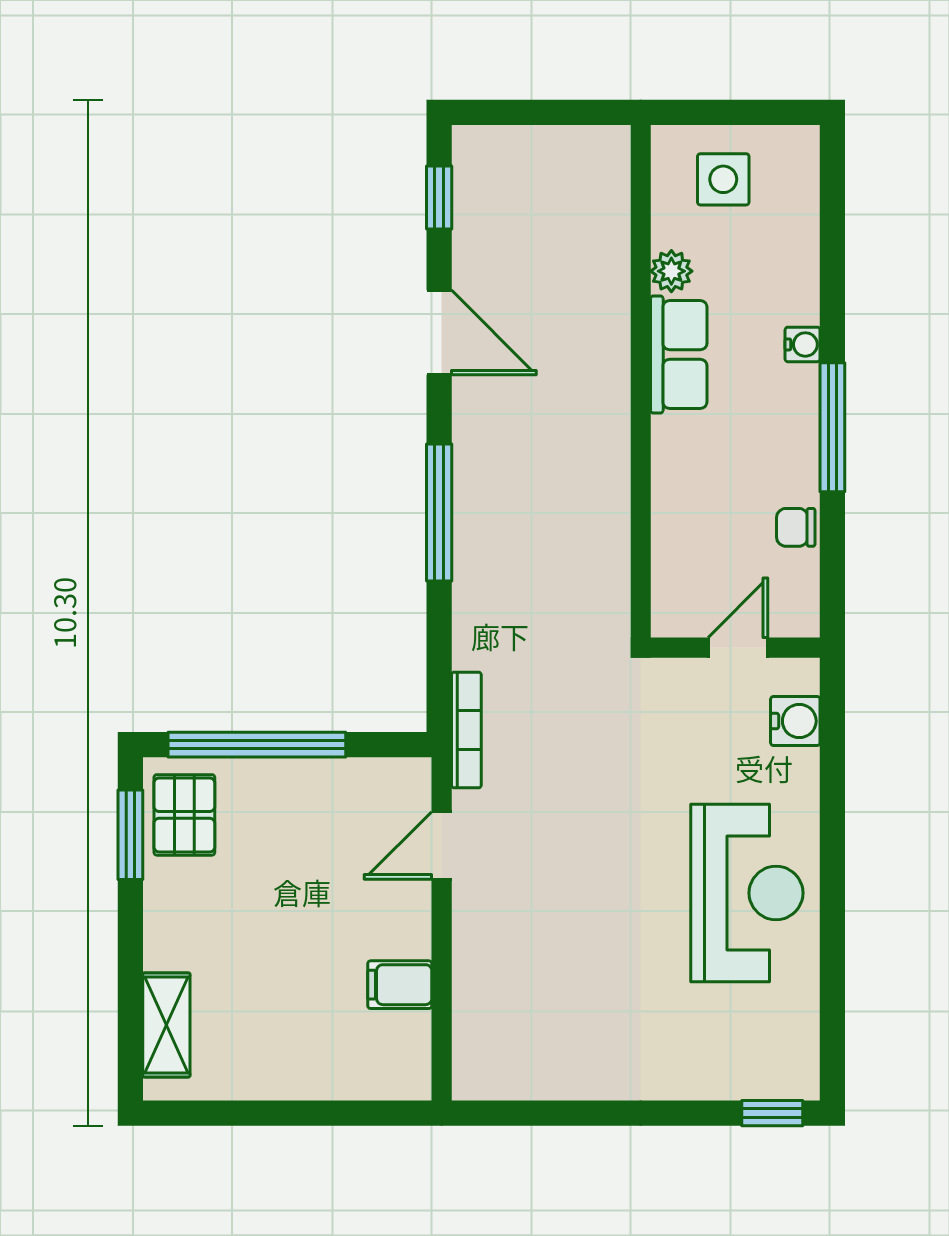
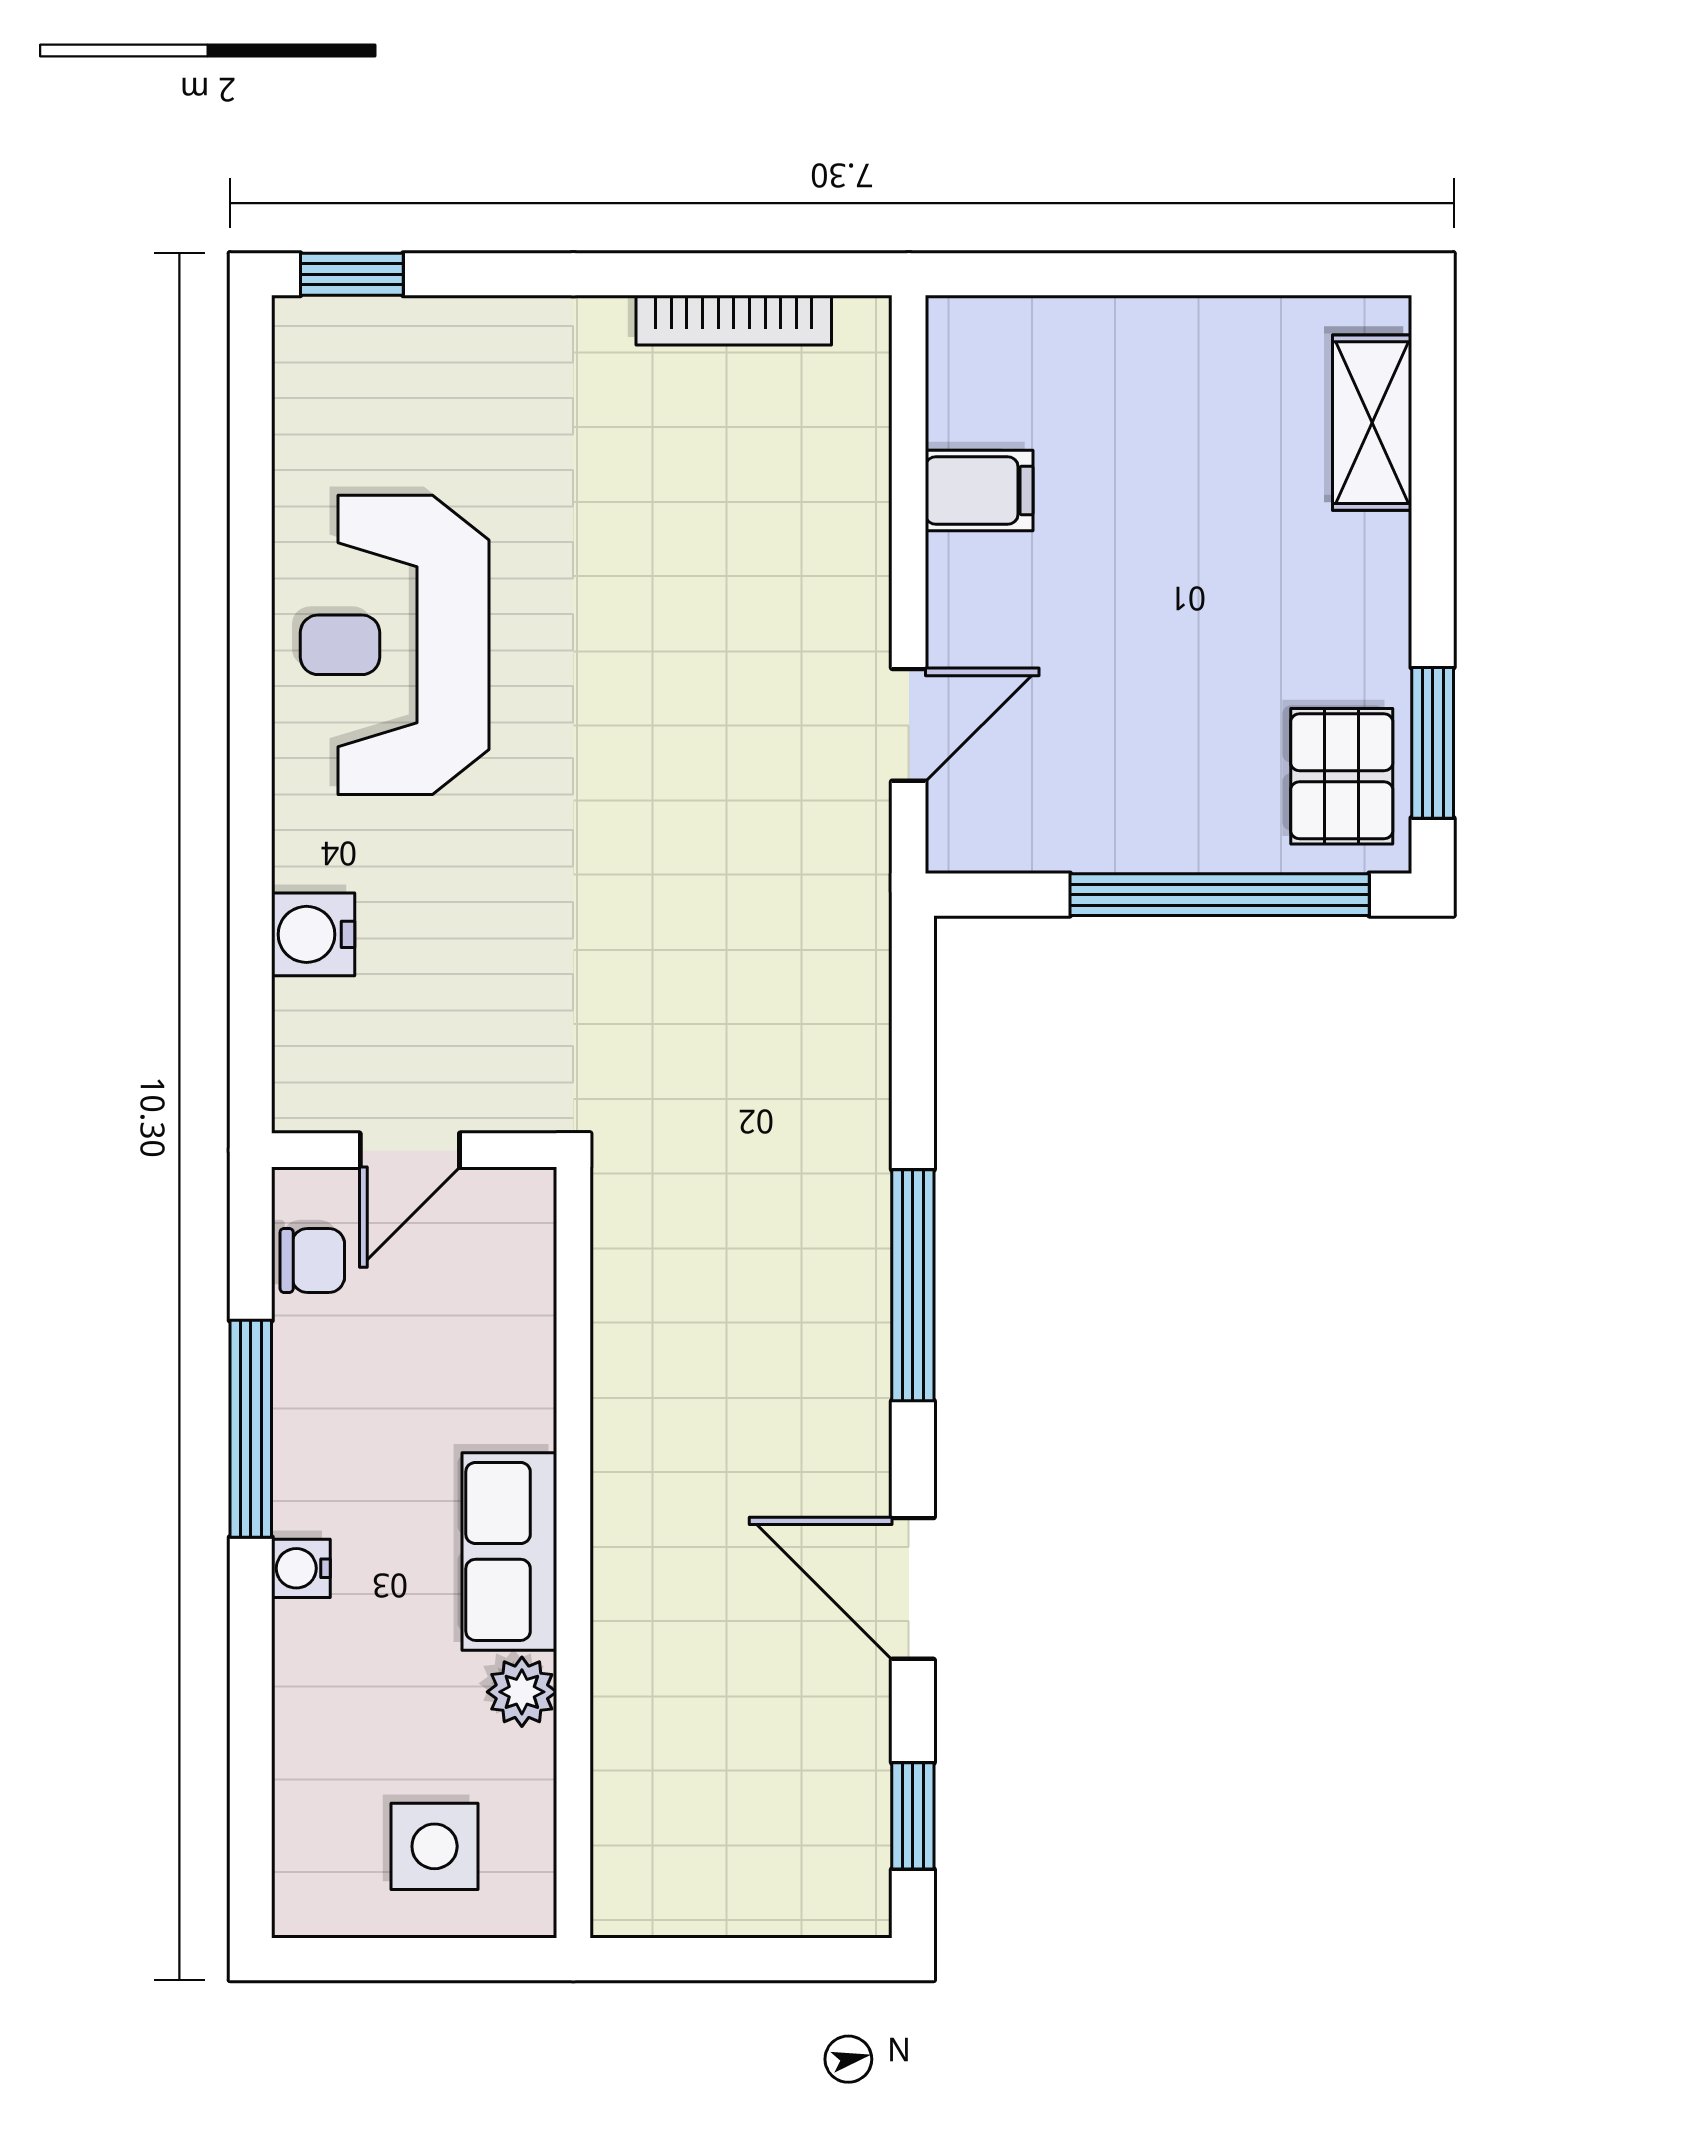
wall: (735, 648) -> (414, 1150), moved
door: (738, 648) -> (410, 1150), moved
bookcase: (466, 730) -> (734, 320), moved, turned -90

